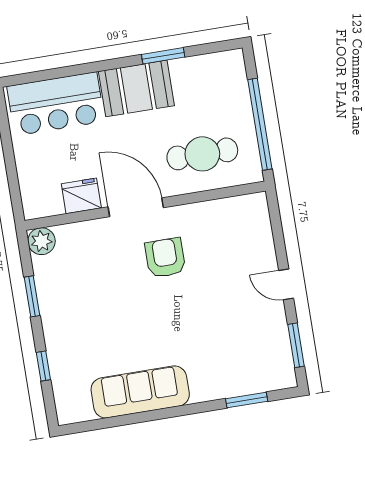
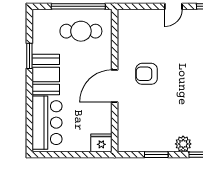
cafe table: (202, 154) -> (81, 31), moved, turned 90
fridge: (81, 196) -> (101, 143), moved, turned 90
plant: (41, 241) -> (183, 144), moved

